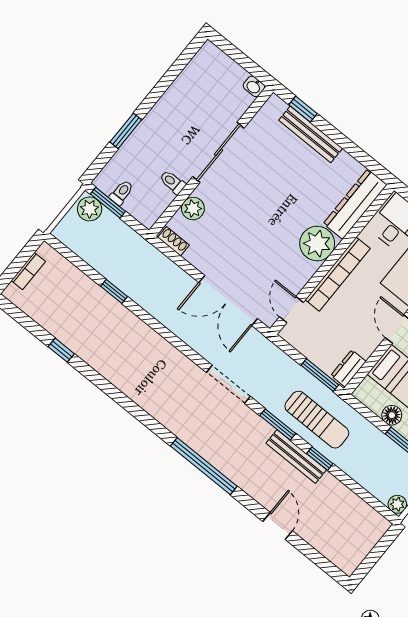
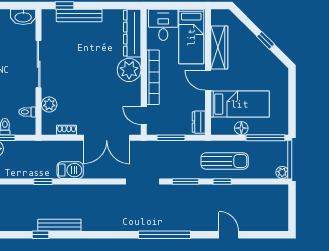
washbasin: (254, 86) -> (23, 17), width x1.91, depth x1.45
toilet: (173, 182) -> (27, 112), moved
shoe rack: (173, 241) -> (67, 130), moved
barbecue: (156, 304) -> (70, 170), added
window: (320, 375) -> (171, 138), moved
sun lounger: (317, 420) -> (225, 161), moved
bench: (296, 457) -> (59, 225), moved

